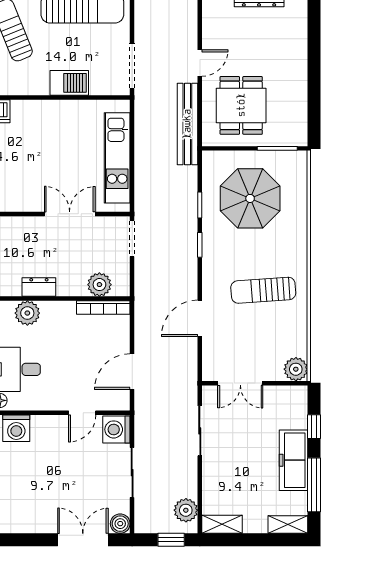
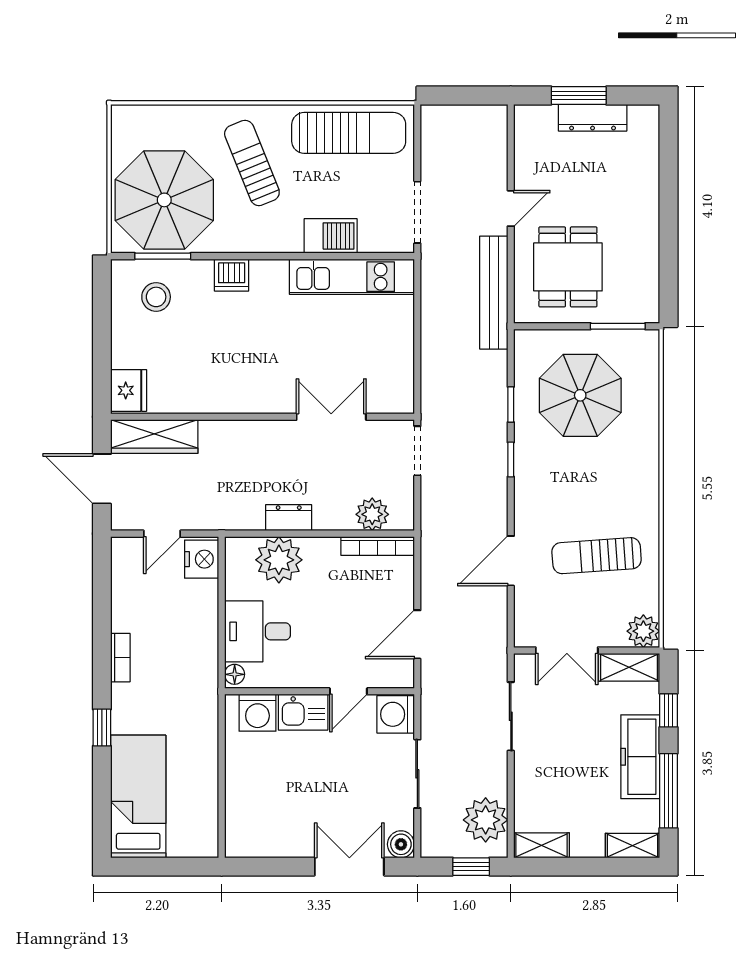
kitchen unit: (117, 158) -> (352, 277), moved, turned -90
sun lounger: (263, 290) -> (597, 556), moved
plant: (27, 313) -> (279, 560), width x1.36, depth x1.36
shelving: (285, 395) -> (629, 667), added
kitchen sink: (49, 428) -> (303, 712), added
plant: (186, 510) -> (486, 820), width x1.36, depth x1.36

